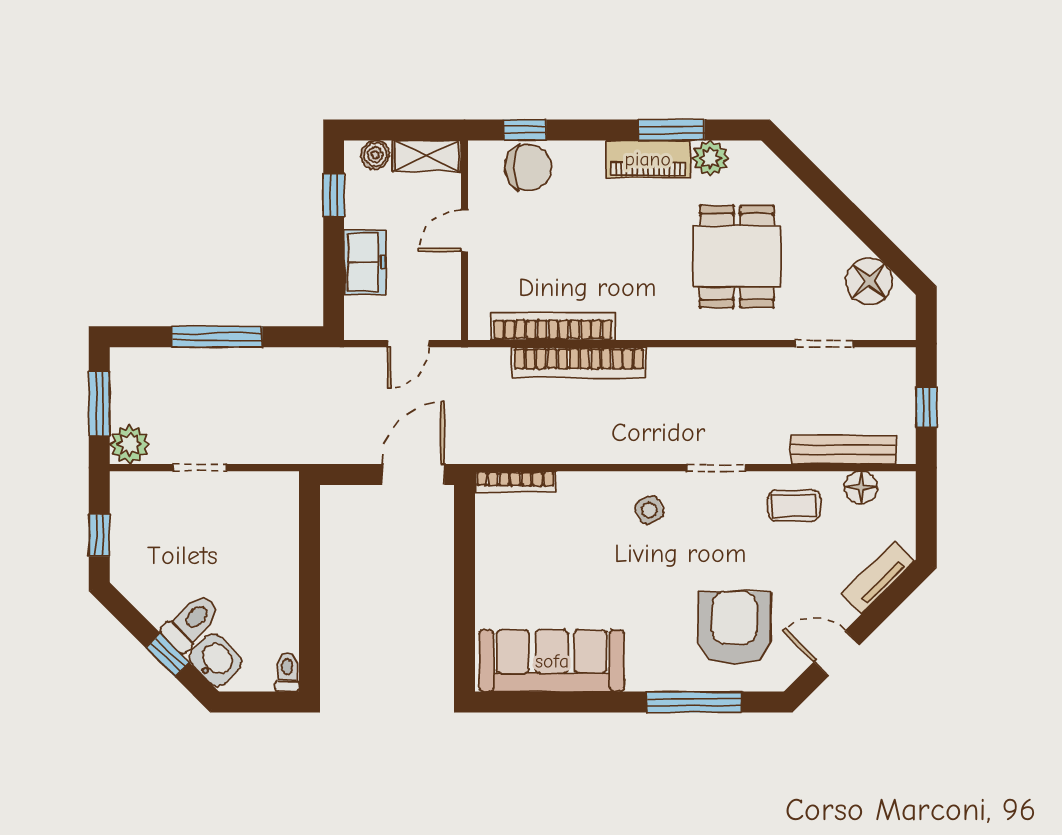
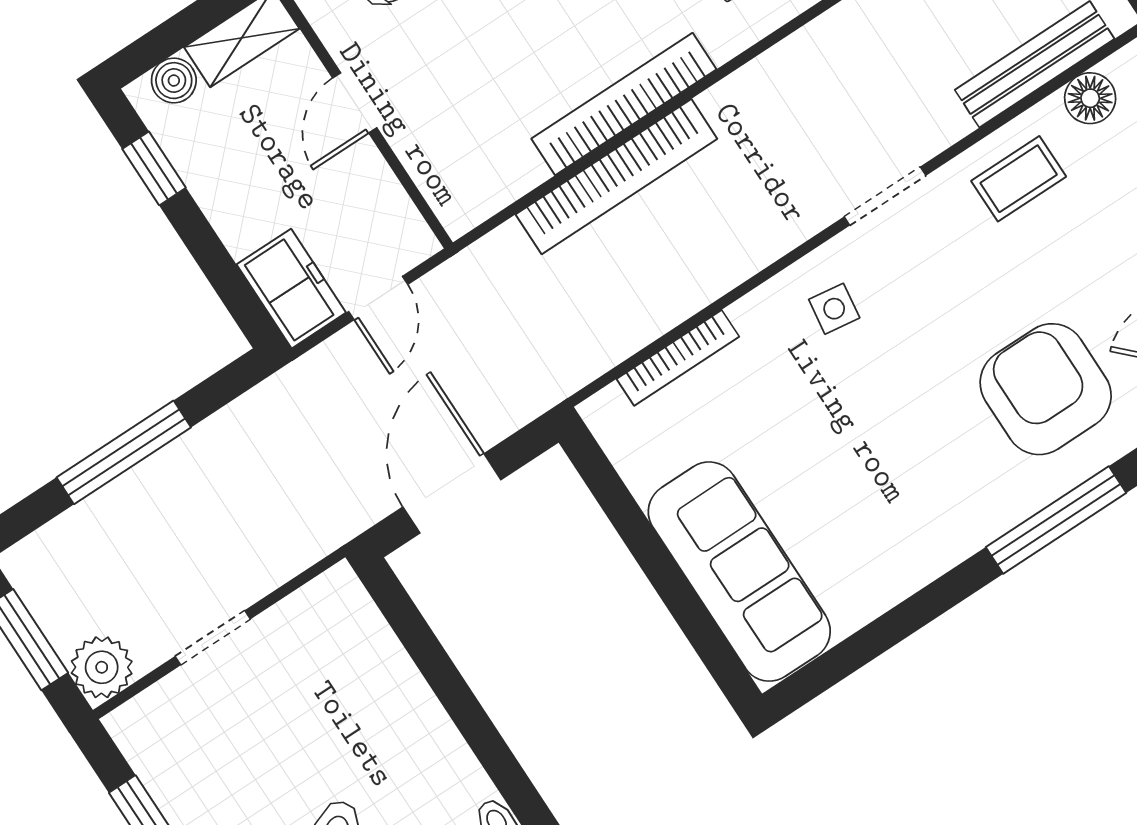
freezer: (365, 262) -> (291, 289), moved
bookcase: (553, 326) -> (624, 104), moved
door: (413, 475) -> (452, 493), moved
bookcase: (515, 481) -> (678, 358), moved
side table: (649, 510) -> (834, 309), turned 34
sofa: (552, 661) -> (739, 572), moved, turned 90

